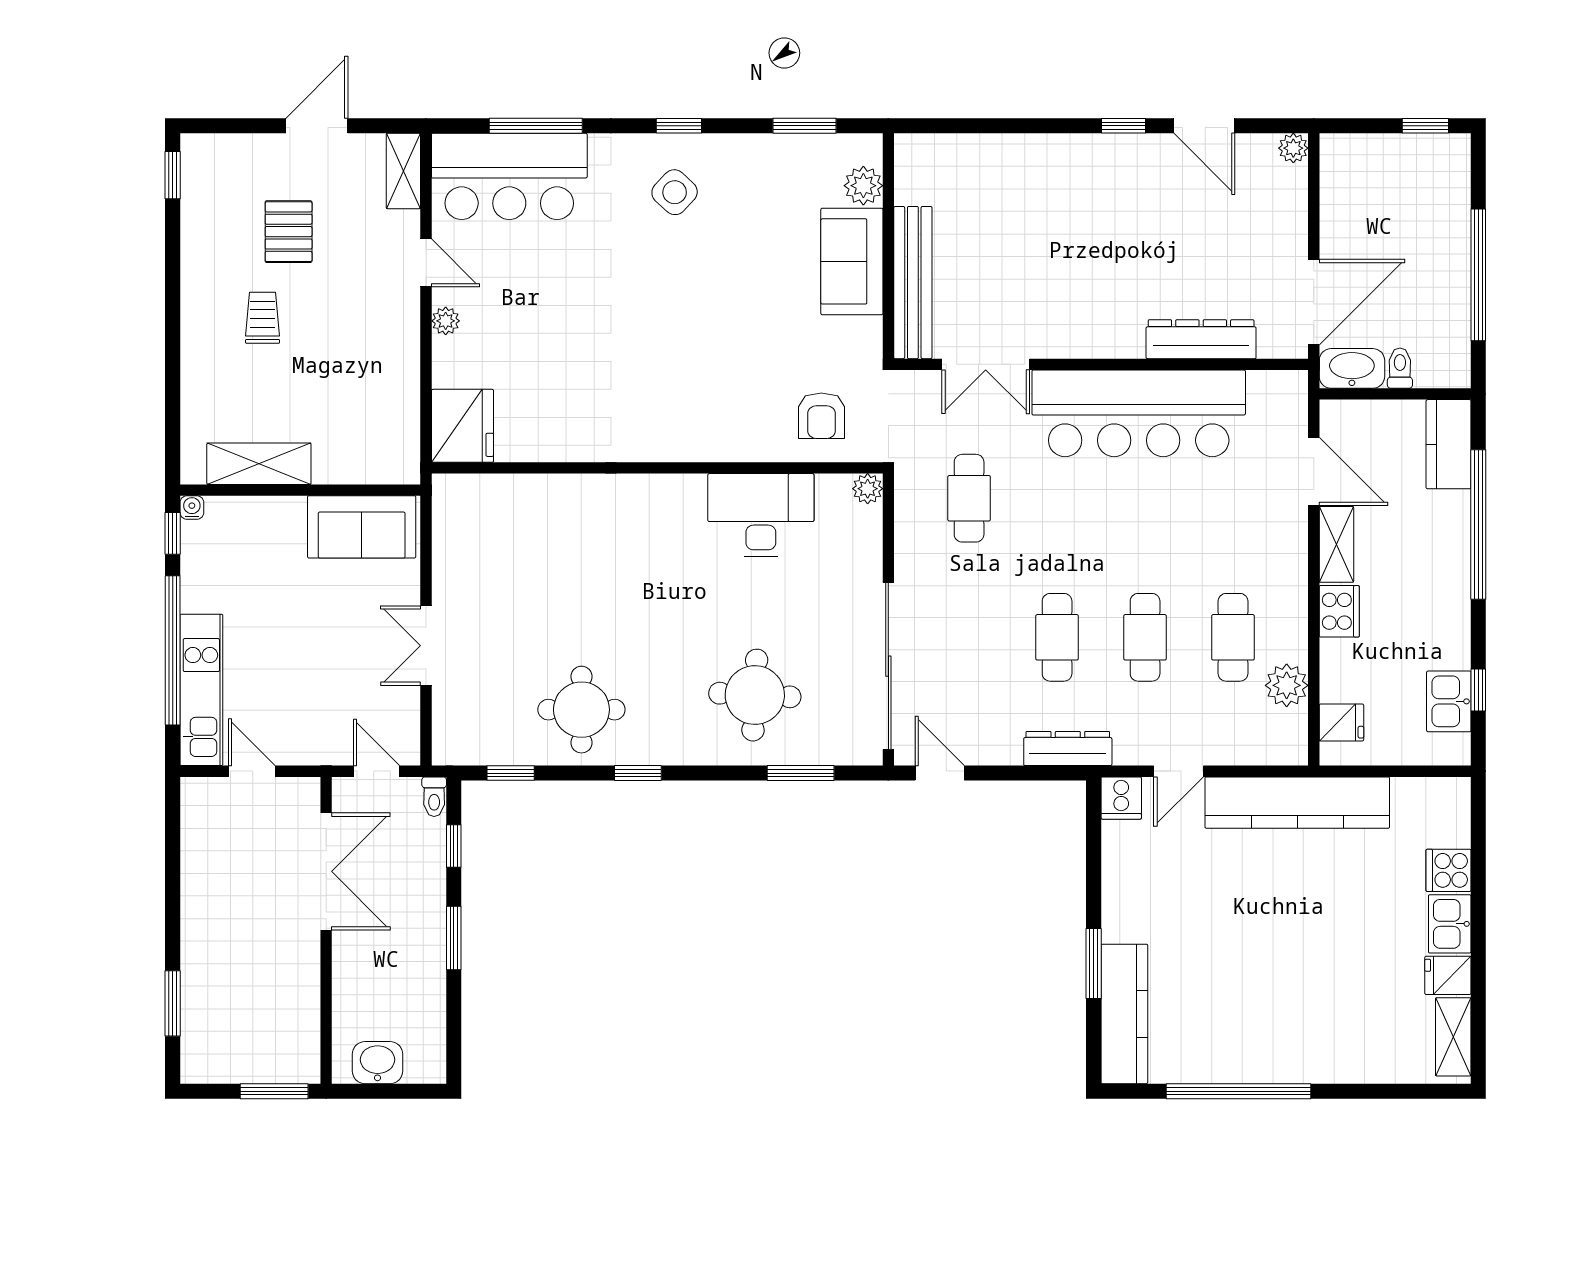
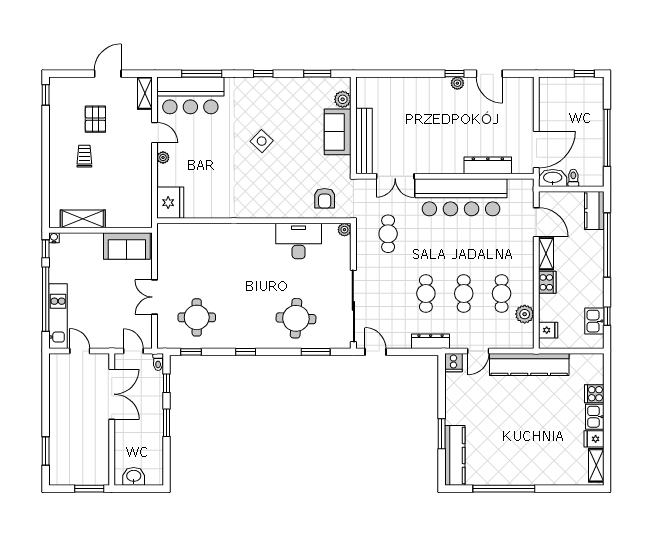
plant: (1293, 148) -> (457, 83), moved
side table: (675, 192) -> (262, 141), moved
round table: (581, 710) -> (197, 317), moved

